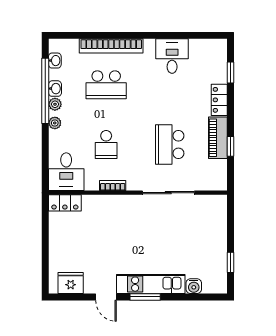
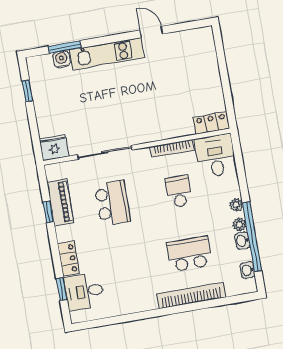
desk: (172, 56) -> (84, 292), moved, turned 90
piano: (218, 138) -> (60, 202), moved
bookcase: (113, 186) -> (172, 148), width x1.56
fridge: (71, 283) -> (54, 147), moved, turned 180
window: (145, 297) -> (65, 47), moved

